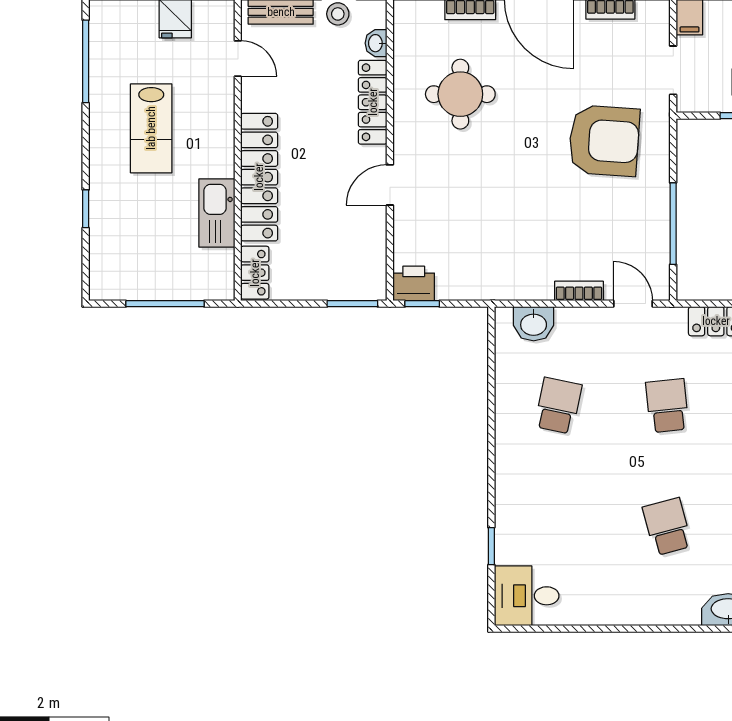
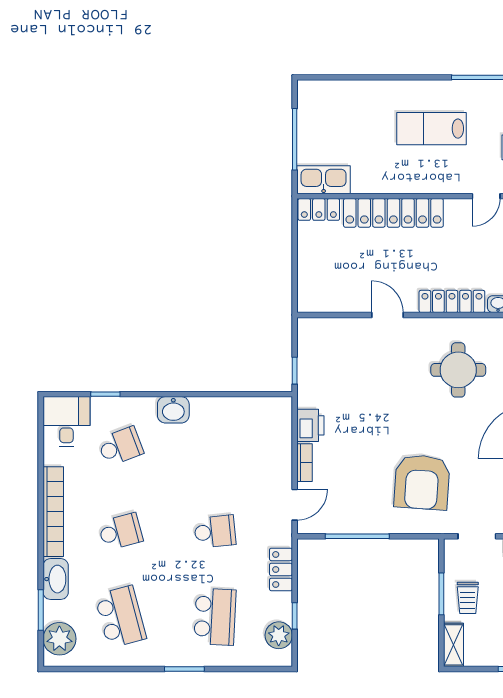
window: (86, 209) -> (369, 77), removed
kitchen sink: (217, 213) -> (324, 180), moved
printer: (414, 283) -> (310, 425), moved
window: (352, 304) -> (295, 286), removed
window: (422, 304) -> (295, 371), moved
washbasin: (534, 324) -> (173, 410), moved, turned -90
school desk: (558, 406) -> (120, 446), moved, turned -33
bookcase: (642, 613) -> (53, 512), added

